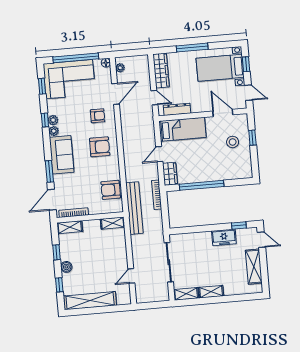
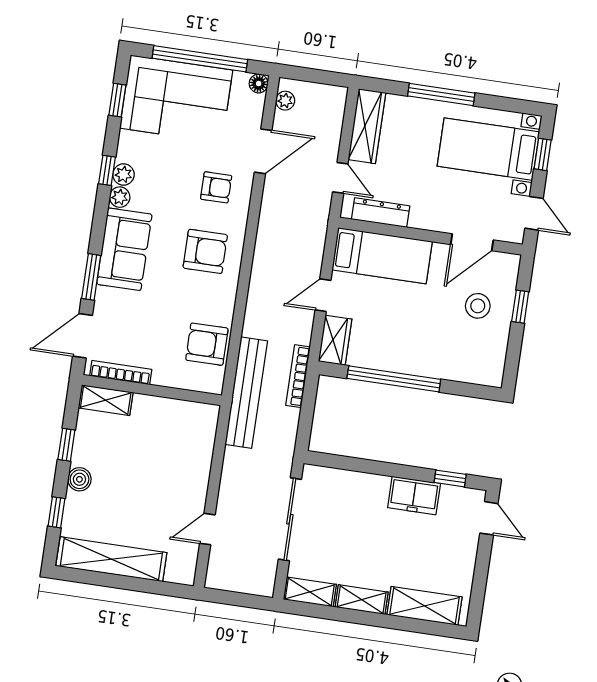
door: (223, 113) -> (472, 242), swing flipped
shelving: (113, 223) -> (195, 413), removed
shelving: (254, 267) -> (424, 606), moved, turned 90

